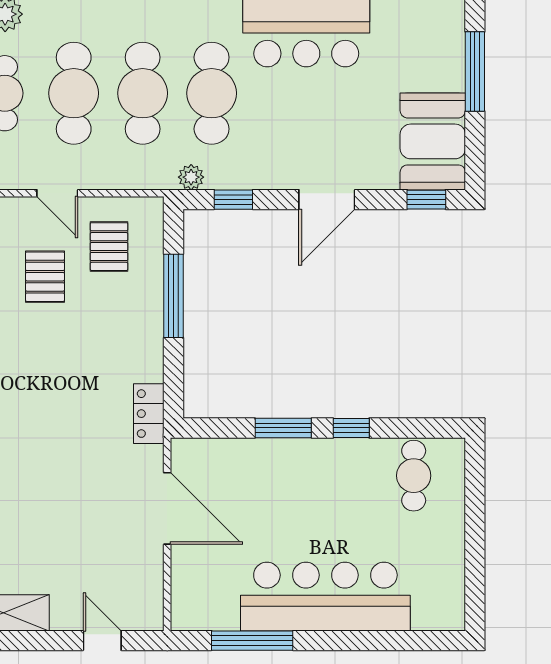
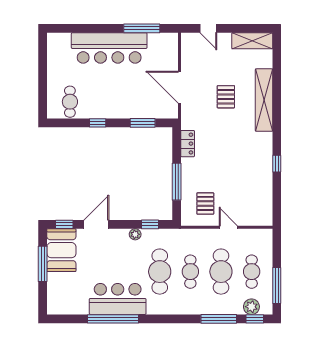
window: (475, 72) -> (43, 264), moved
cafe table: (143, 93) -> (190, 272), width x0.73, depth x0.74
plant: (191, 177) -> (135, 234), moved
door: (327, 200) -> (96, 224), moved
pallet: (45, 277) -> (226, 97), moved
locker: (149, 414) -> (188, 144), moved
window: (283, 428) -> (143, 123), moved

